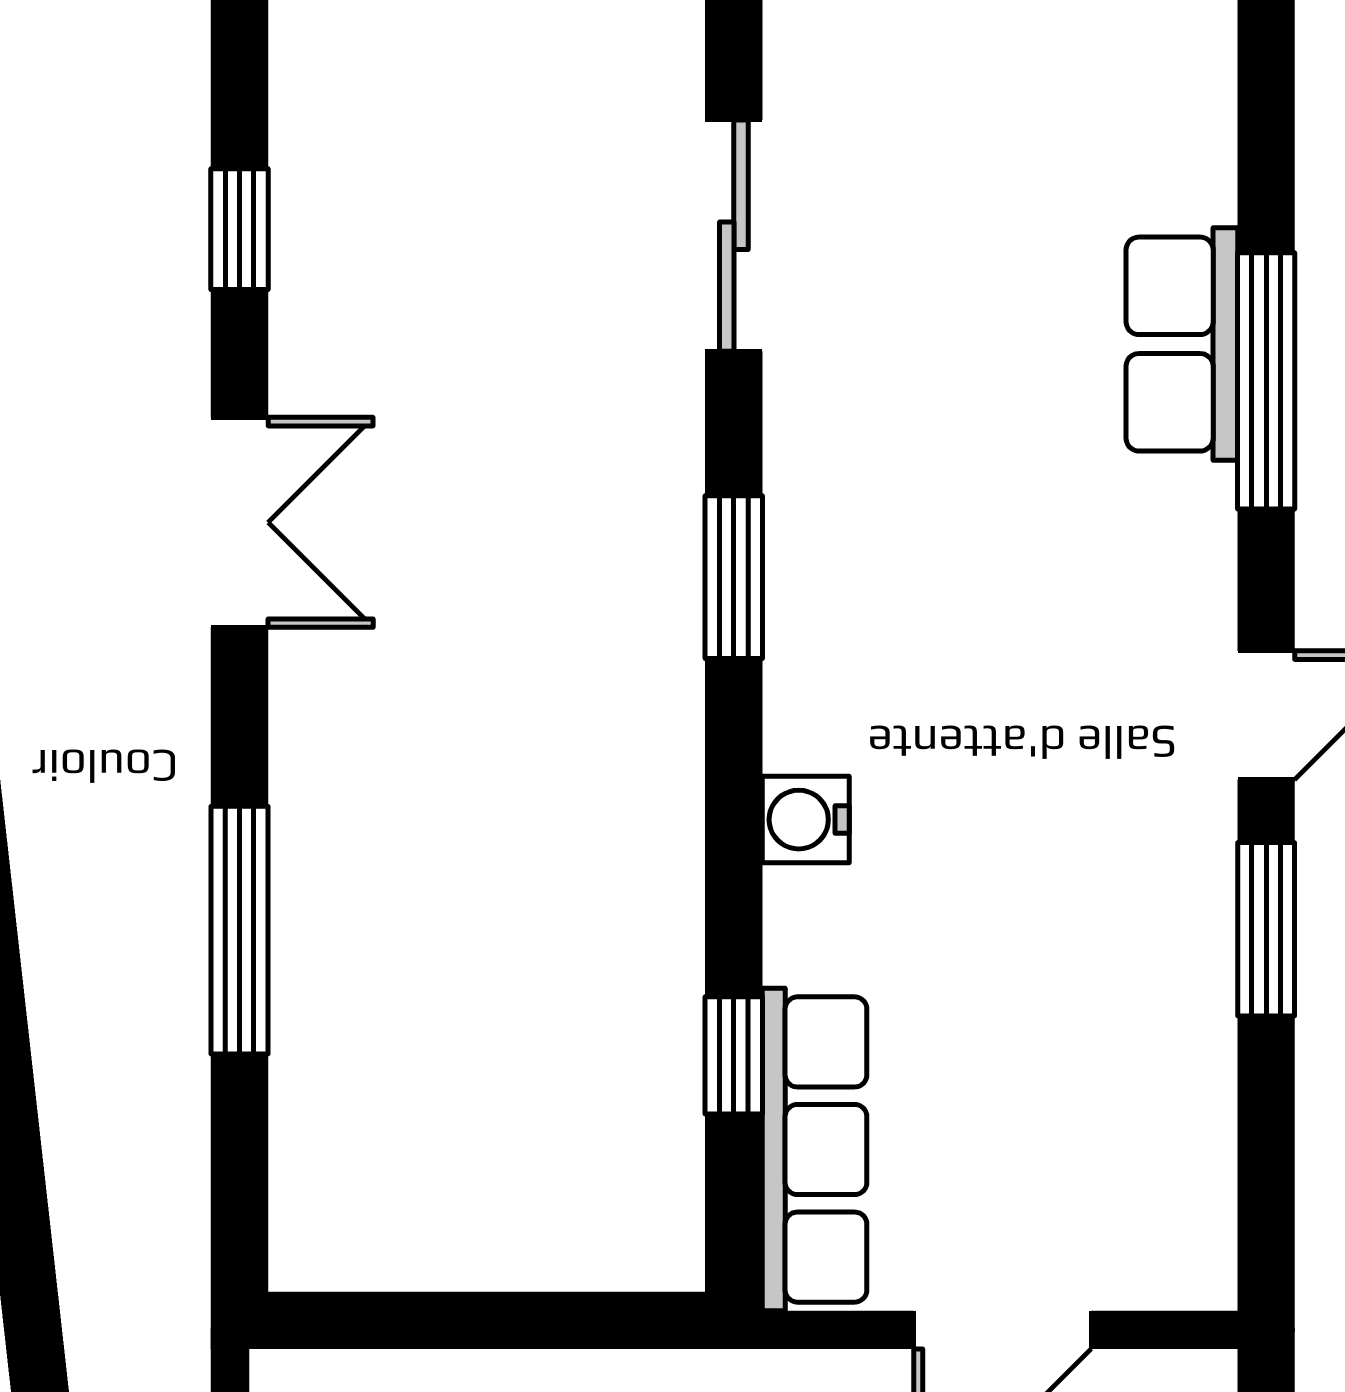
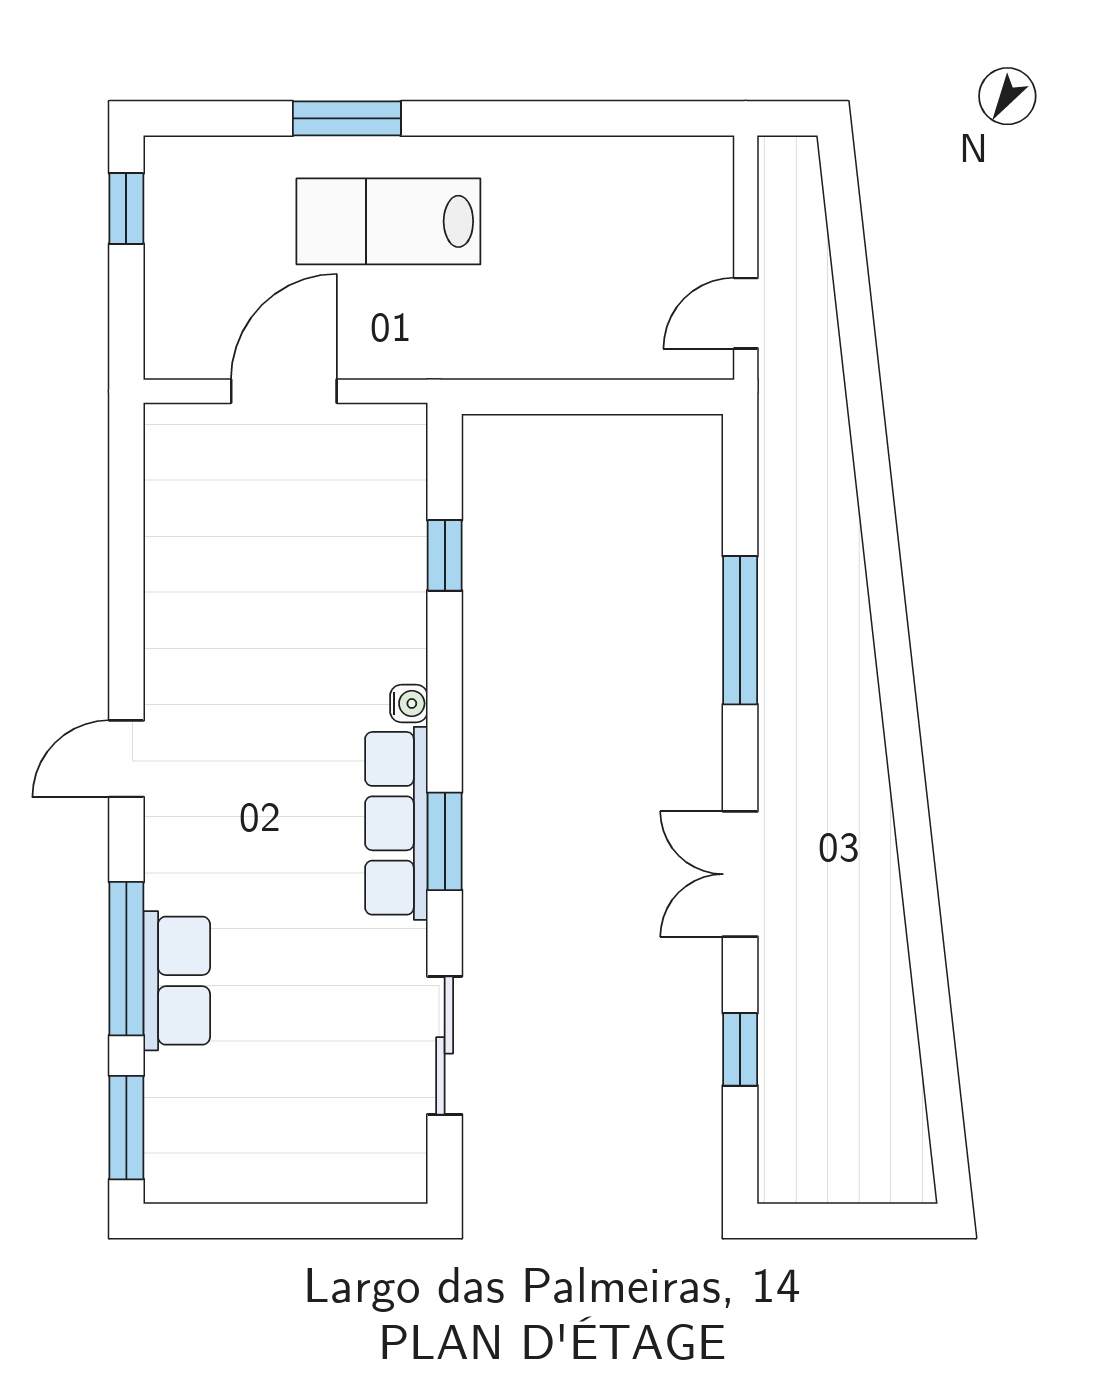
water cooler: (806, 820) -> (409, 703), width x0.72, depth x0.72
window: (1266, 929) -> (126, 1128), moved
row of seats: (814, 1150) -> (396, 823), moved

